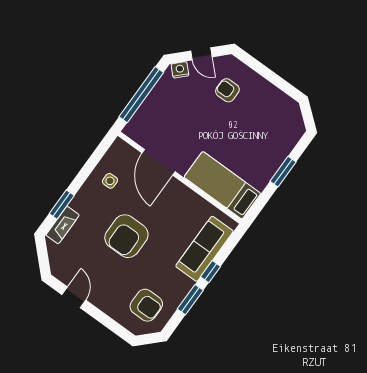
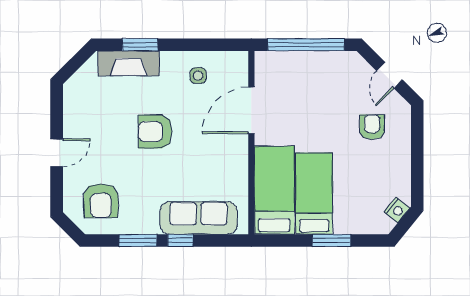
nightstand: (180, 70) -> (397, 210), moved, turned 84
bed: (244, 161) -> (314, 194), added
fireplace: (63, 225) -> (129, 63), width x1.37, depth x1.32
armchair: (126, 236) -> (155, 132), width x0.73, depth x0.73
door: (74, 297) -> (57, 153), moved

